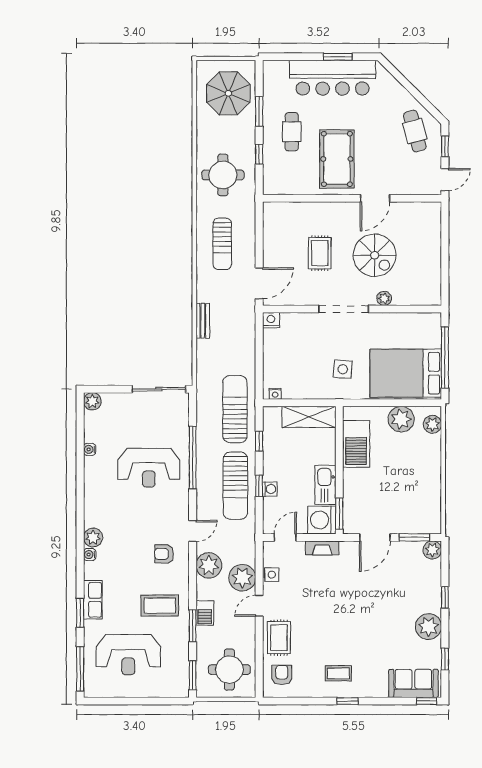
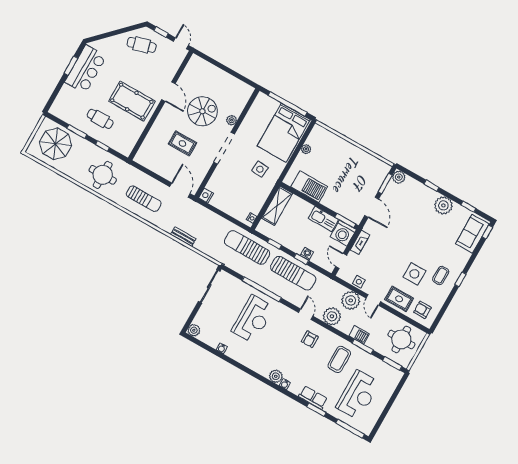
bar counter: (333, 78) -> (86, 69), width x0.73
plant: (401, 419) -> (306, 149), width x0.53, depth x0.53
plant: (432, 424) -> (323, 134), removed
side table: (322, 639) -> (414, 274), added

